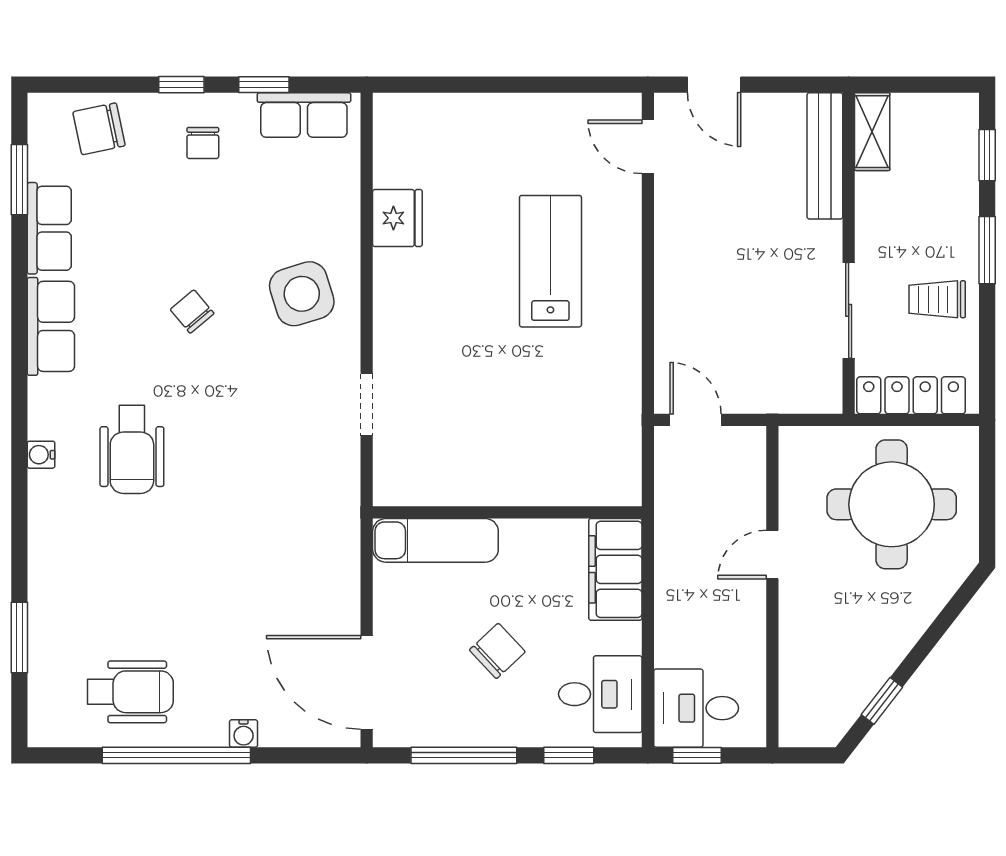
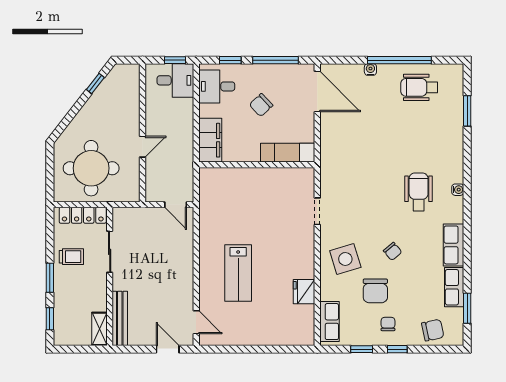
row of seats: (304, 115) -> (330, 322), moved, turned 90
chair: (232, 220) -> (375, 291), added

